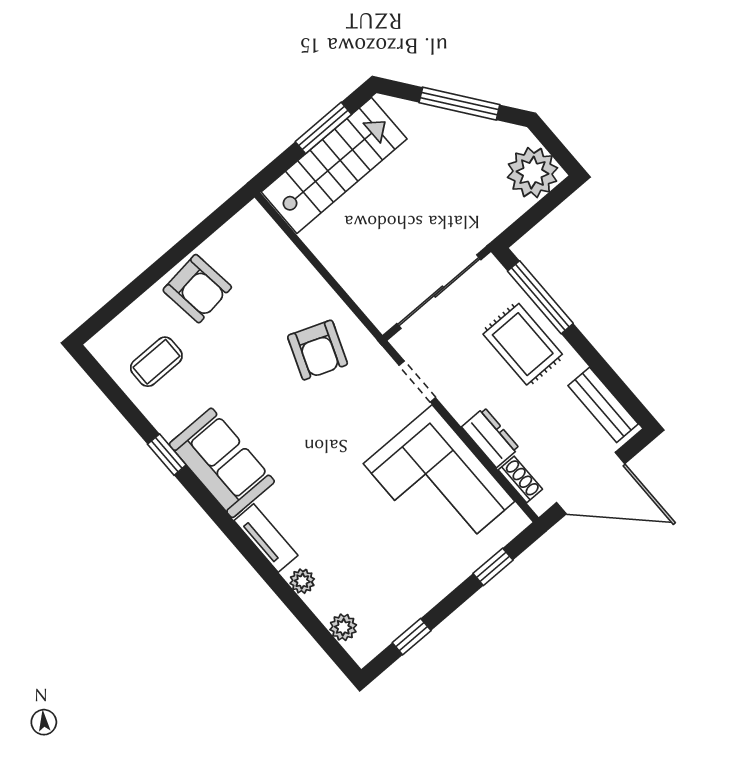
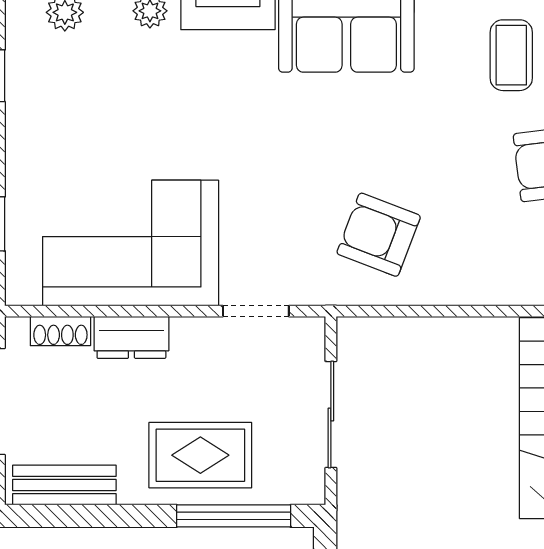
sliding door: (439, 292) -> (331, 414), width x0.73

